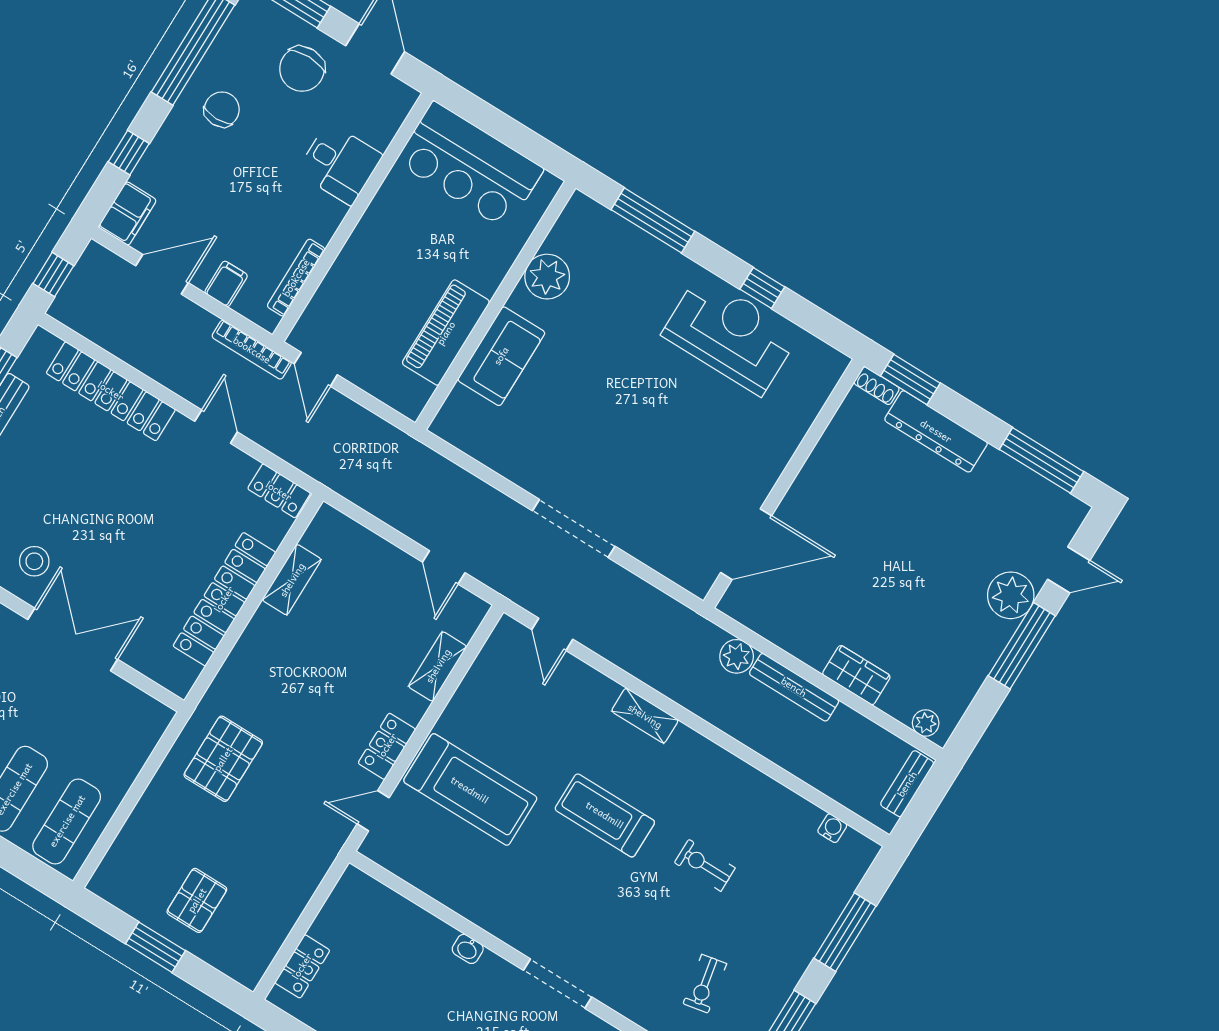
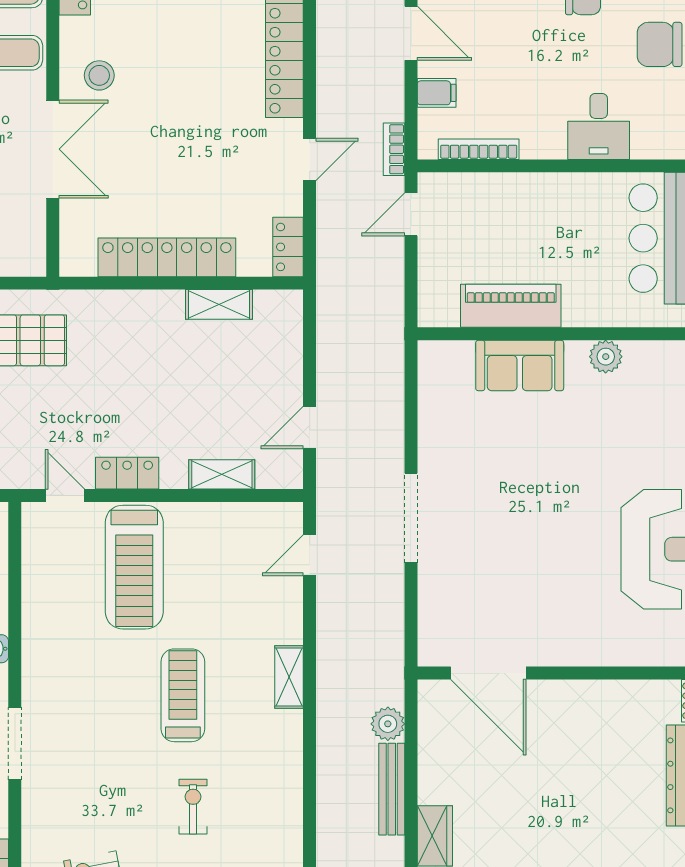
plant: (547, 277) -> (606, 357), width x0.73, depth x0.73
bookcase: (252, 350) -> (394, 149), width x0.64

